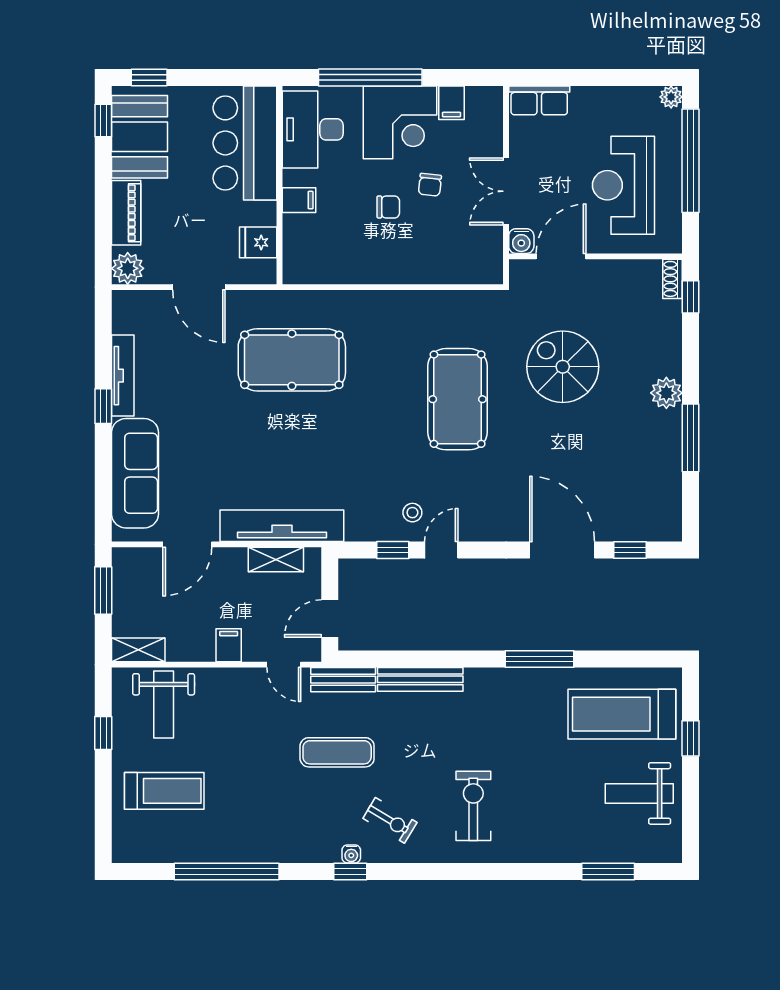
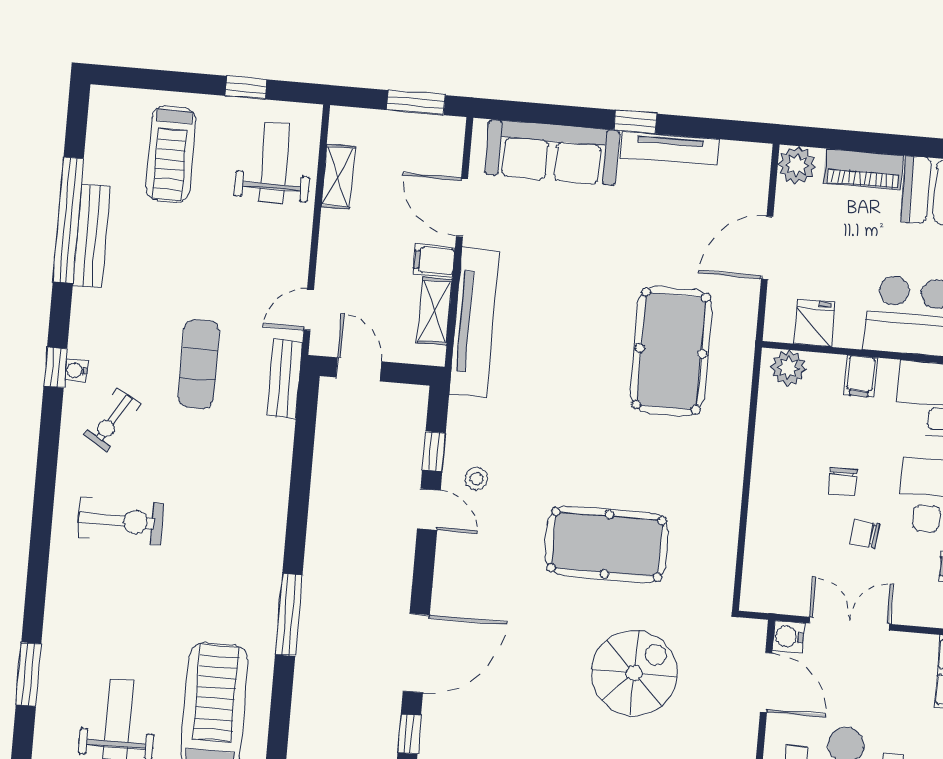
plant: (297, 261) -> (788, 368), added
filing cabinet: (229, 645) -> (434, 261), moved, turned 180
shelving: (138, 650) -> (338, 177), moved
bench: (420, 679) -> (91, 236), moved
weight bench: (164, 704) -> (274, 162), turned 90

